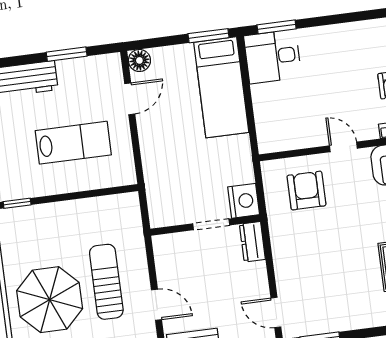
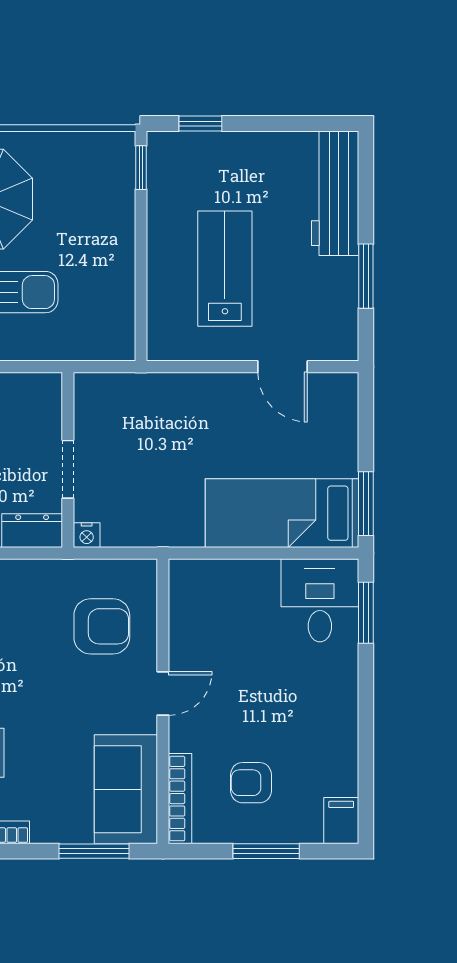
floor lamp: (139, 60) -> (341, 390), removed
lab bench: (73, 143) -> (225, 269), turned 180
nightstand: (244, 201) -> (87, 535), width x0.53, depth x0.56

